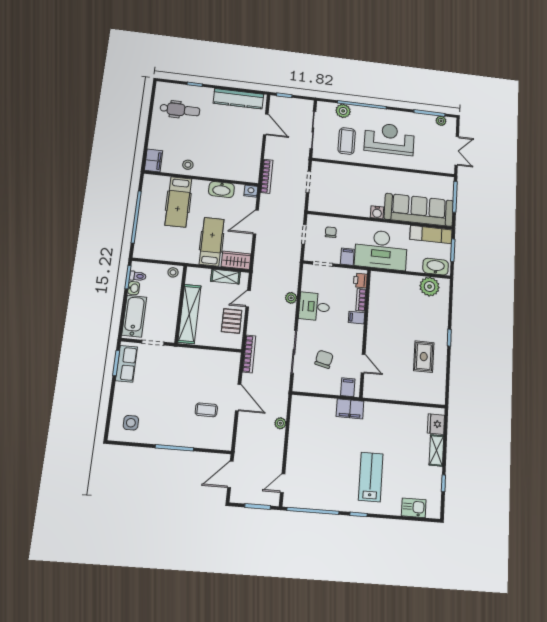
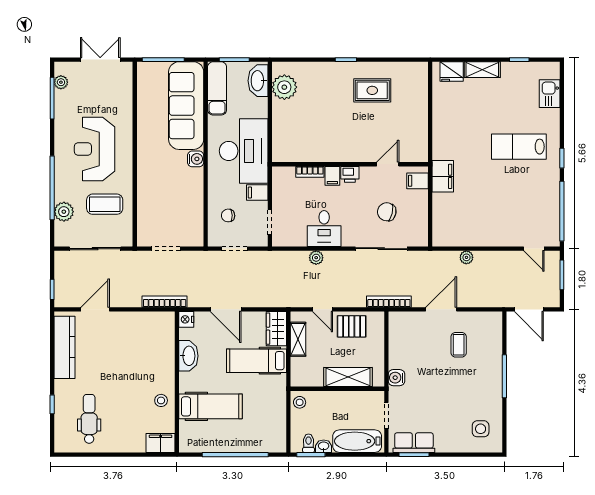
printer: (360, 280) -> (350, 174), moved
shelving: (189, 314) -> (348, 377), width x0.68
water cooler: (184, 354) -> (396, 378), added

